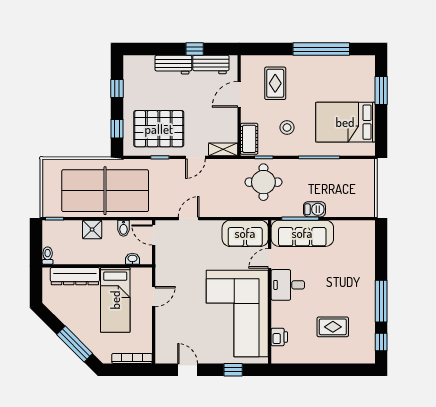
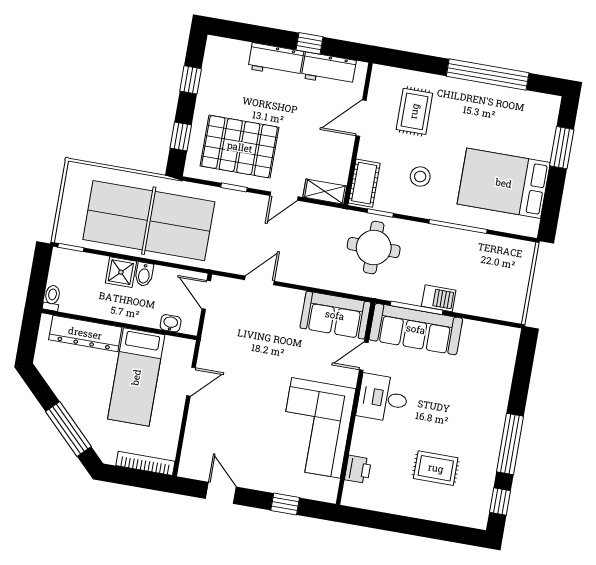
bidet: (124, 228) -> (144, 274), moved
corner sofa: (237, 313) -> (316, 428), width x0.73, depth x0.74

